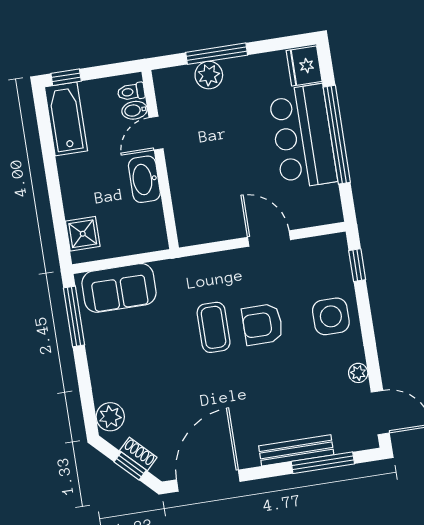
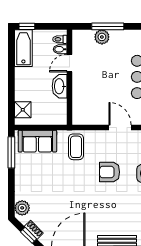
coffee table: (214, 327) -> (76, 147), moved

